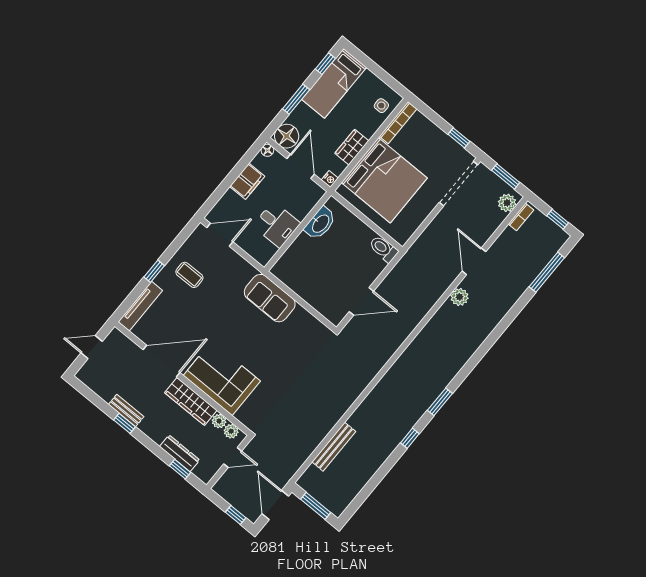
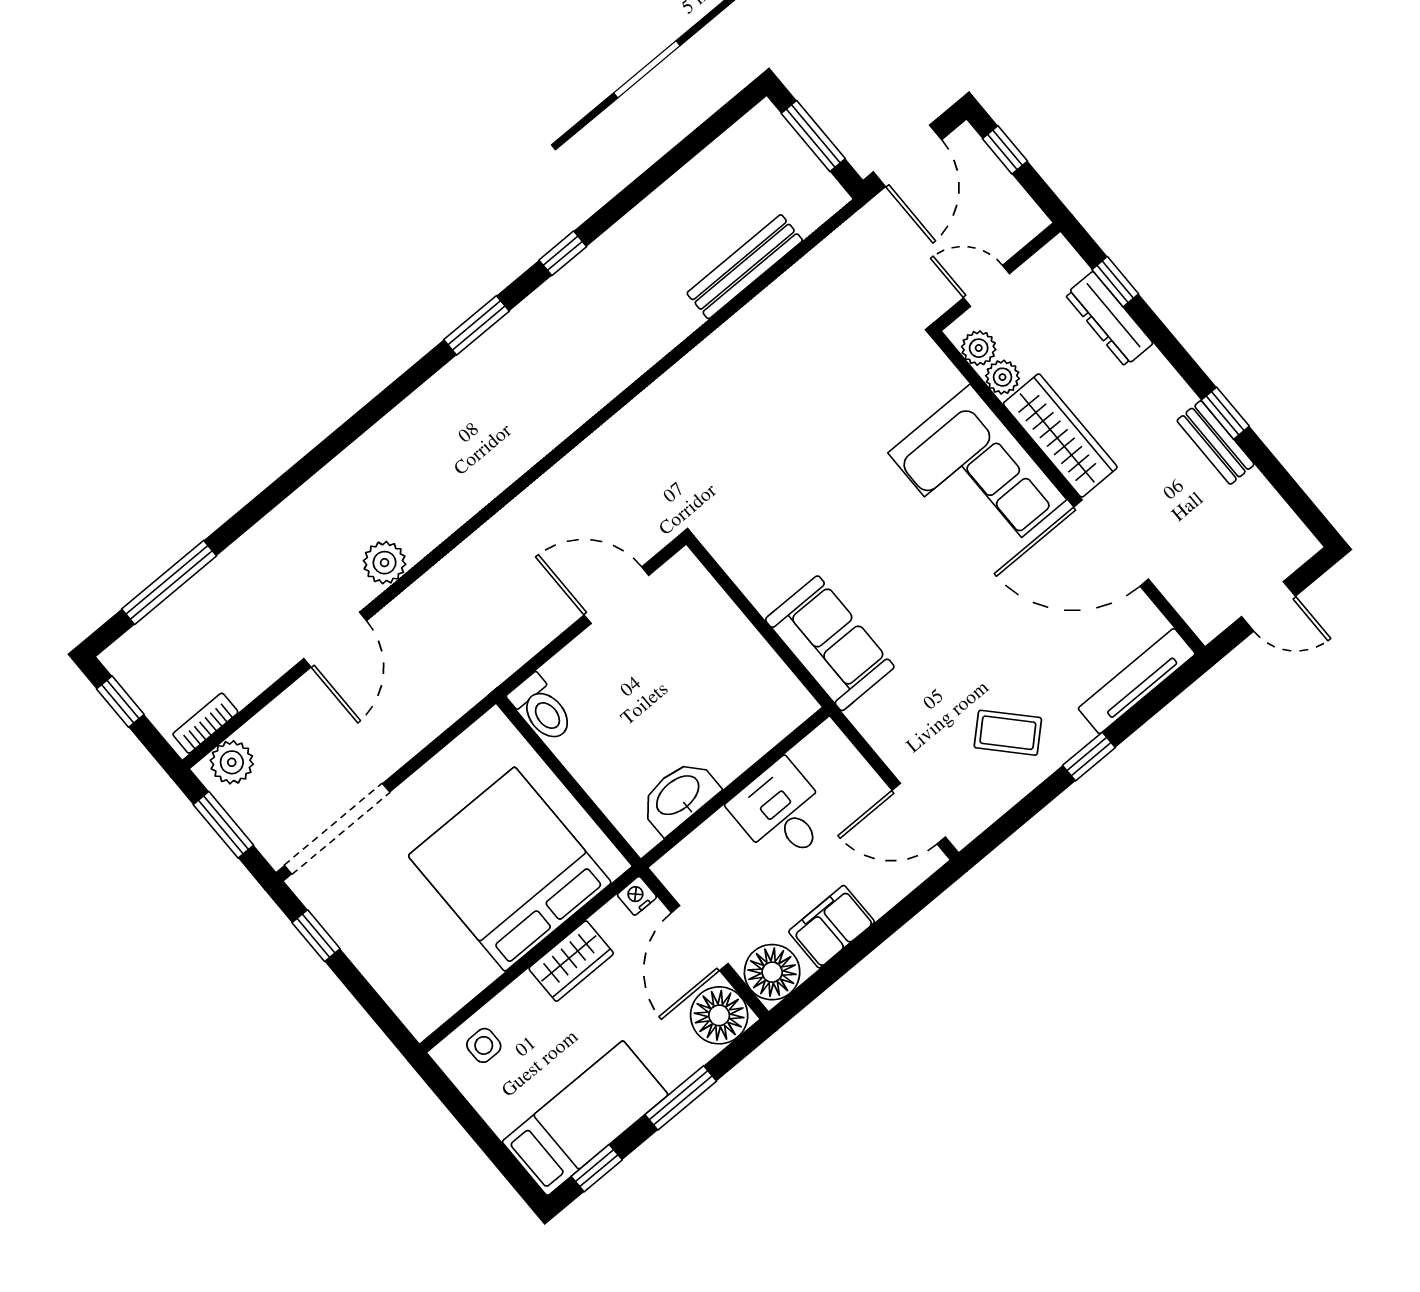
bookcase: (398, 123) -> (452, 998), removed
floor lamp: (267, 150) -> (772, 972), width x1.89, depth x1.89
coffee table: (189, 275) -> (1008, 733), turned -43

